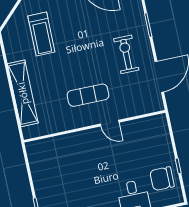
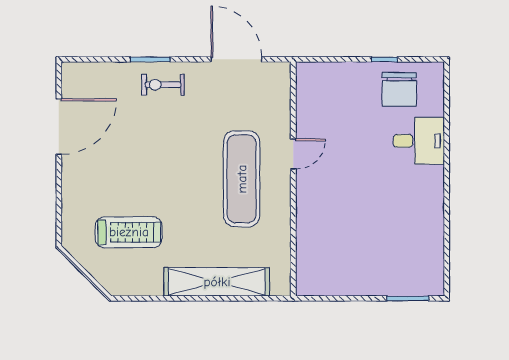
exercise bike: (126, 54) -> (163, 85), moved, width x0.73, depth x0.72
exercise mat: (88, 95) -> (242, 179), width x1.36, depth x1.45

